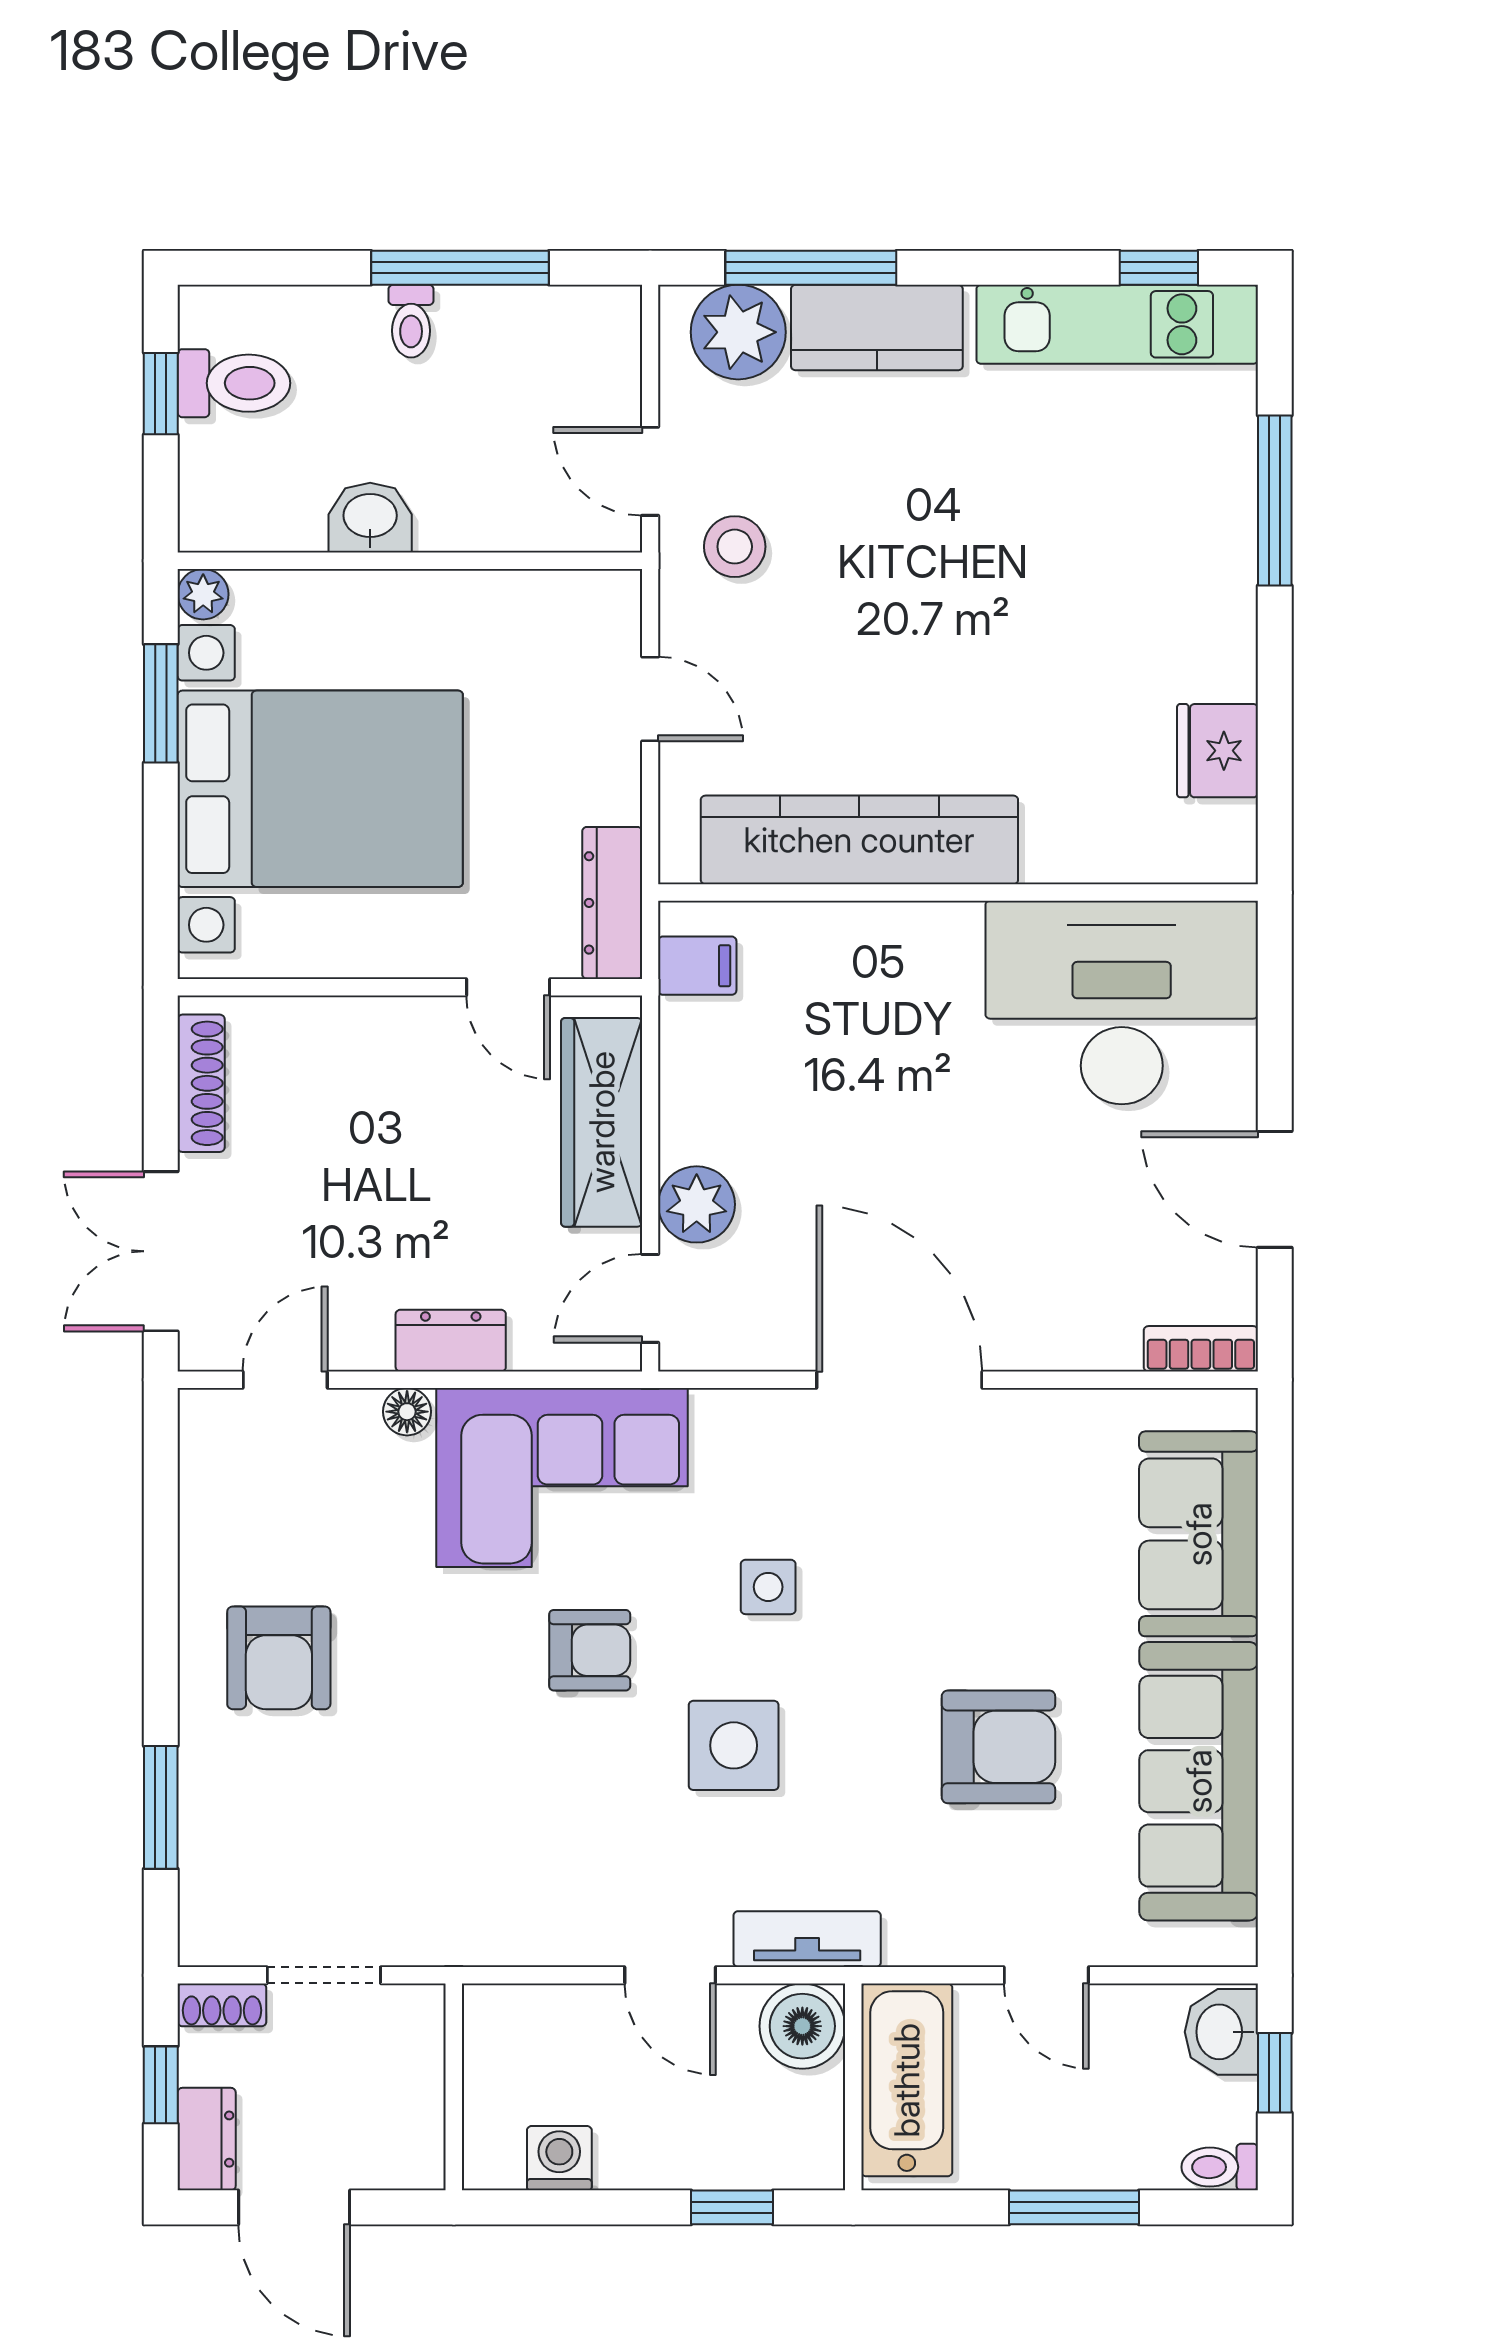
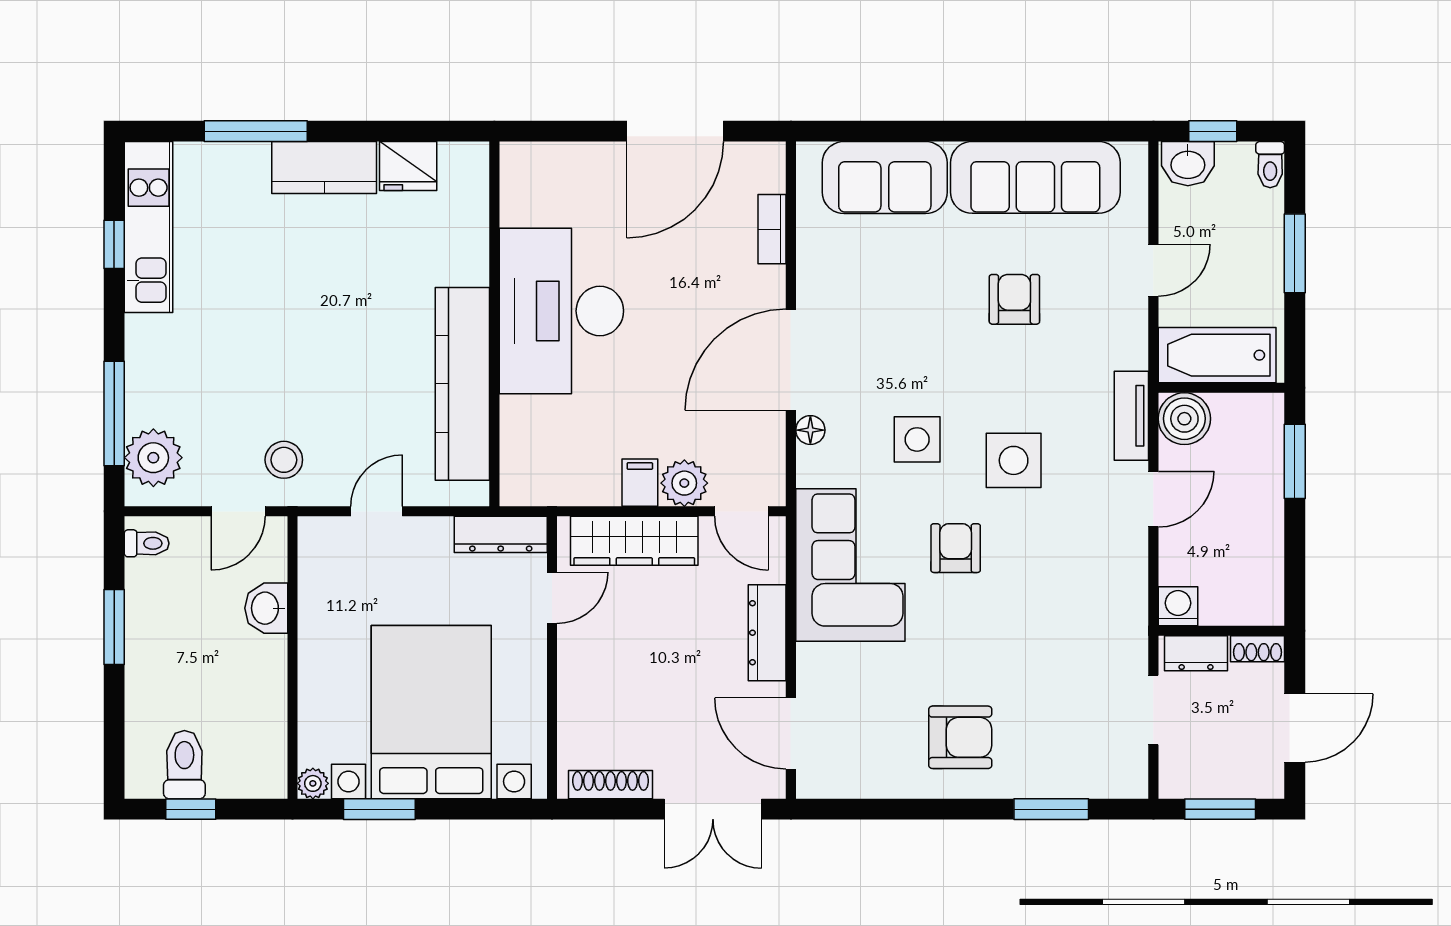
window: (460, 268) -> (114, 627), width x0.69
window: (1159, 268) -> (114, 244), moved
toilet: (411, 321) -> (147, 543), moved
kitchen counter: (877, 328) -> (324, 168), moved, turned 90
washbasin: (370, 518) -> (266, 608), moved
filing cabinet: (697, 966) -> (640, 483), moved
desk: (1122, 1002) -> (561, 311), moved
door: (1275, 1189) -> (675, 131), width x1.36
dresser: (451, 1341) -> (767, 633), width x1.44
bookcase: (1201, 1349) -> (772, 229), moved
door: (285, 1380) -> (791, 733), width x1.38
floor lamp: (407, 1412) -> (810, 430), moved
side table: (768, 1587) -> (917, 439), width x1.37, depth x1.37
armchair: (998, 1747) -> (1014, 299), width x0.72, depth x0.72
shoe rack: (222, 2005) -> (1258, 649), moved, turned 90
window: (161, 2085) -> (1220, 809), width x1.50
dresser: (207, 2139) -> (1196, 653), moved, turned 180
washing machine: (559, 2158) -> (1178, 606), moved, turned 90
window: (732, 2207) -> (1295, 461), width x1.50

